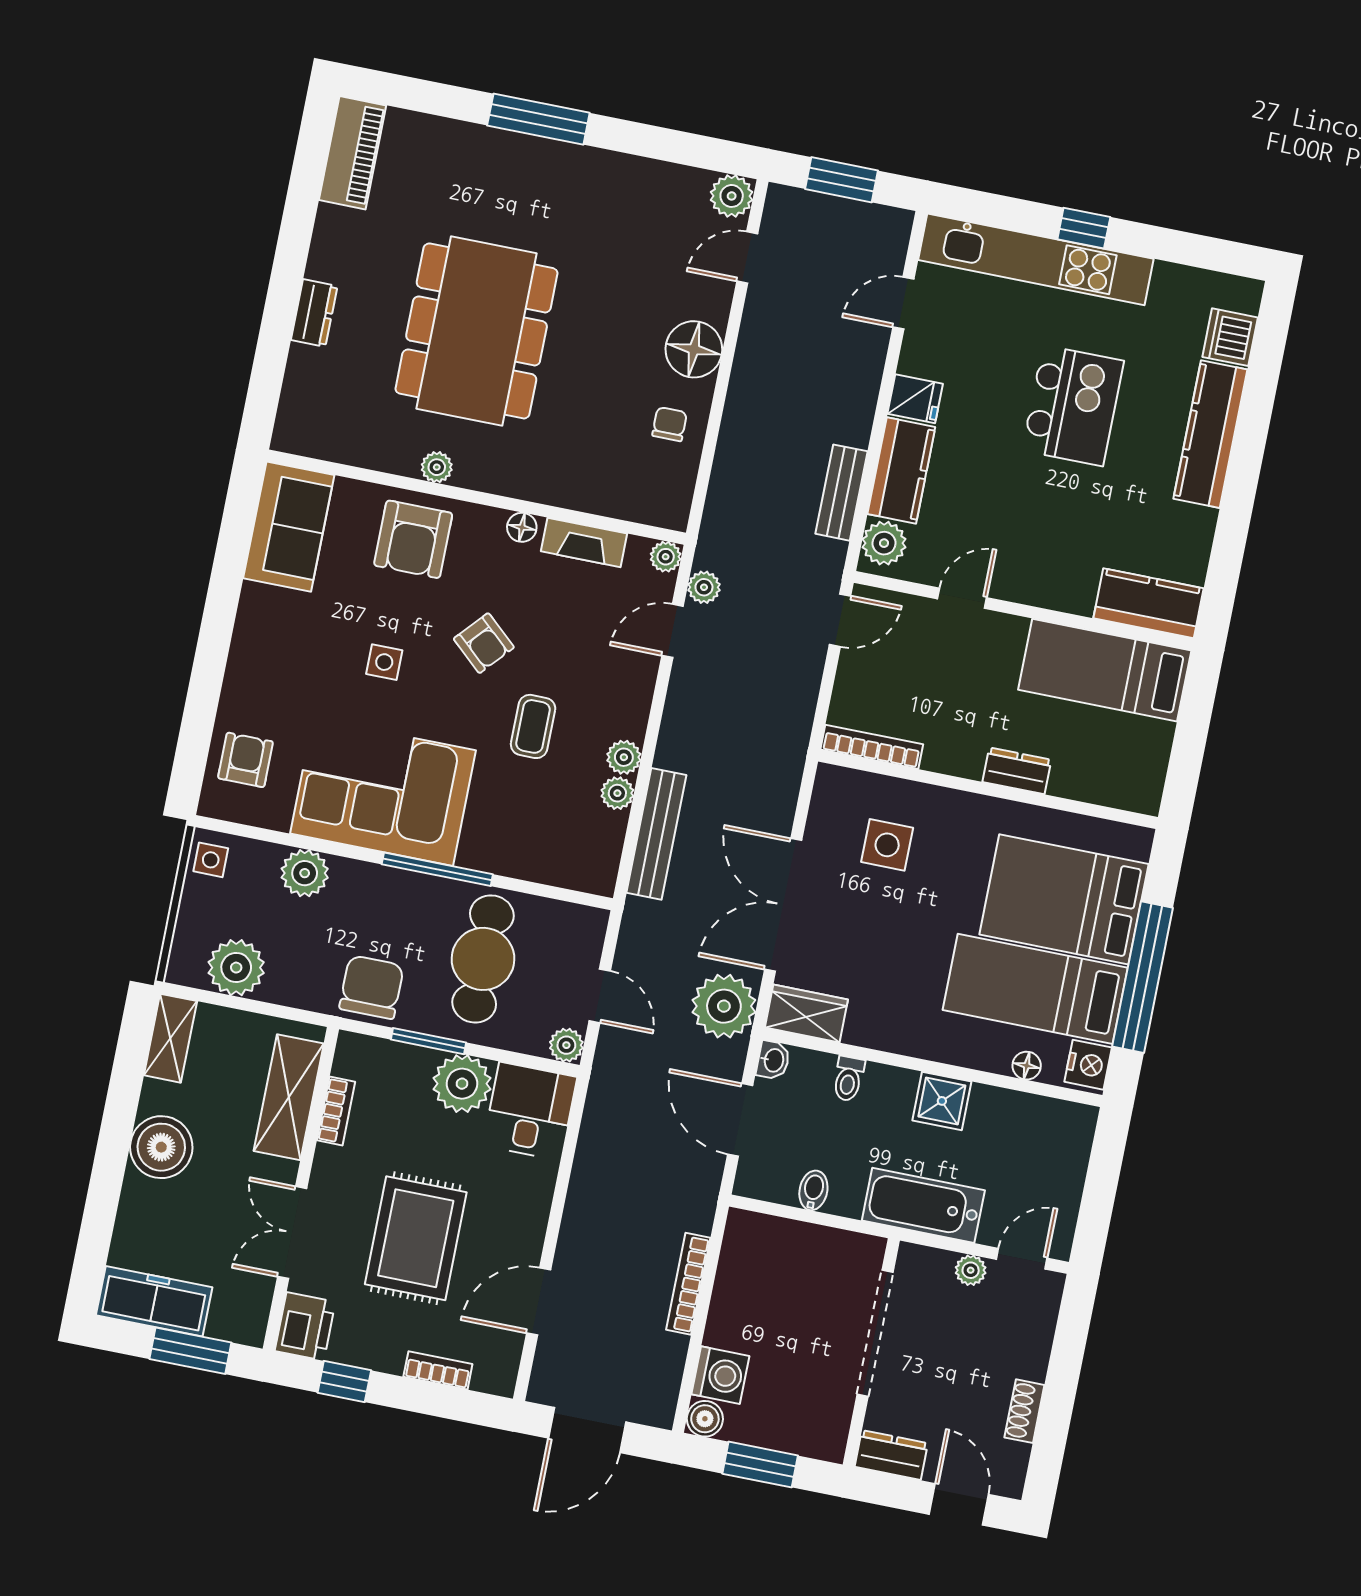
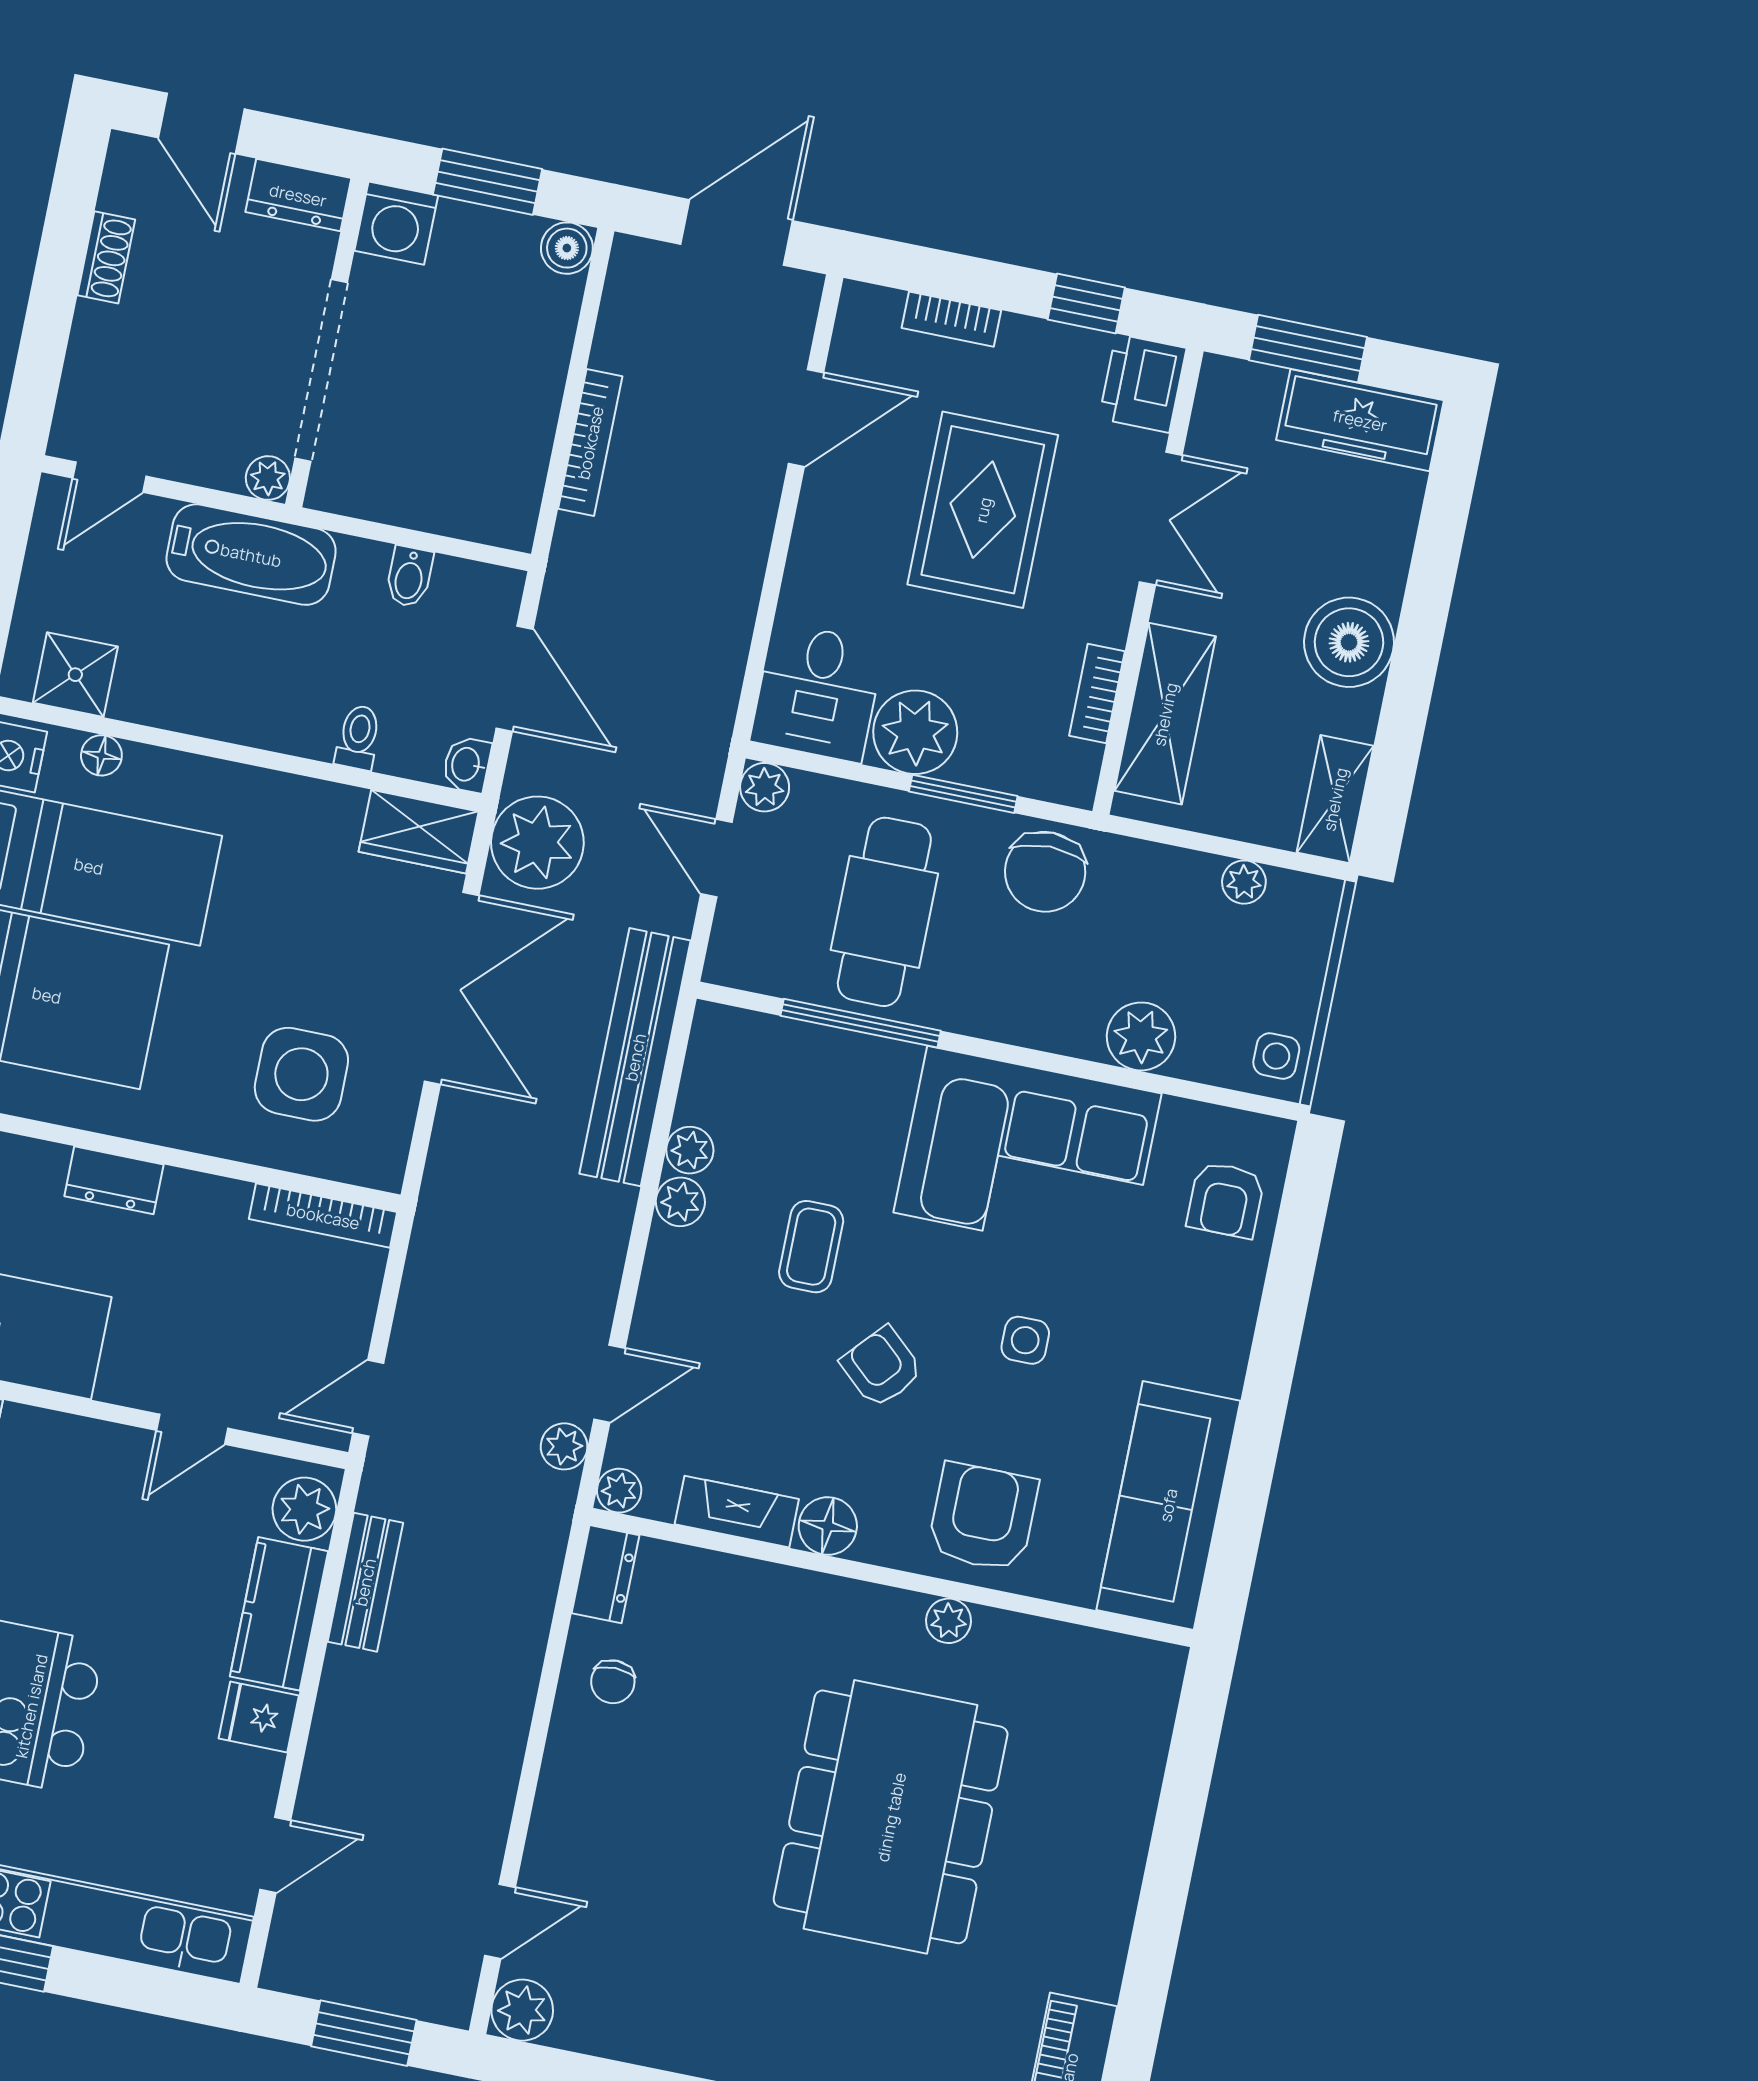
dresser: (314, 313) -> (605, 1574), moved, turned 180
floor lamp: (694, 349) -> (577, 1789), removed
sofa: (289, 527) -> (1168, 1505), width x1.36
floor lamp: (522, 527) -> (828, 1526), width x1.37, depth x1.37
bench: (656, 834) -> (635, 1057), width x1.37, depth x1.21
side table: (887, 845) -> (301, 1074), width x1.37, depth x1.37
window: (437, 869) -> (861, 1023), moved
plant: (236, 968) -> (1244, 882), width x0.53, depth x0.53
shower: (942, 1101) -> (75, 675), moved
plant: (971, 1270) -> (268, 478), moved
washing machine: (720, 1375) -> (396, 223), moved, turned -90

